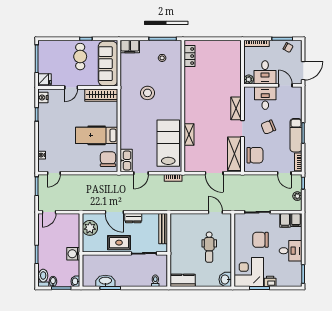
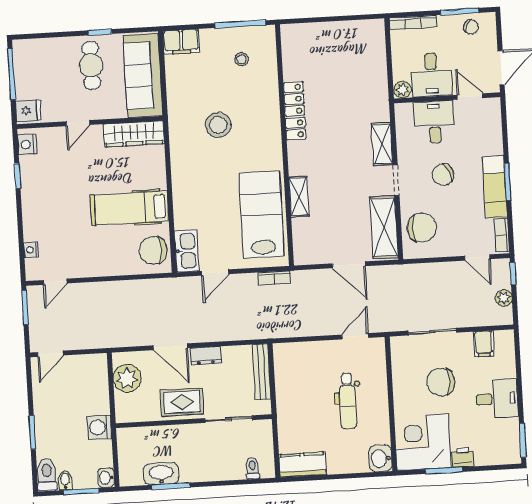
locker: (190, 56) -> (295, 111), moved, width x1.53
chair: (108, 159) -> (153, 250), turned -90
door: (215, 212) -> (355, 336), hinge flipped
filing cabinet: (296, 220) -> (504, 342), removed

